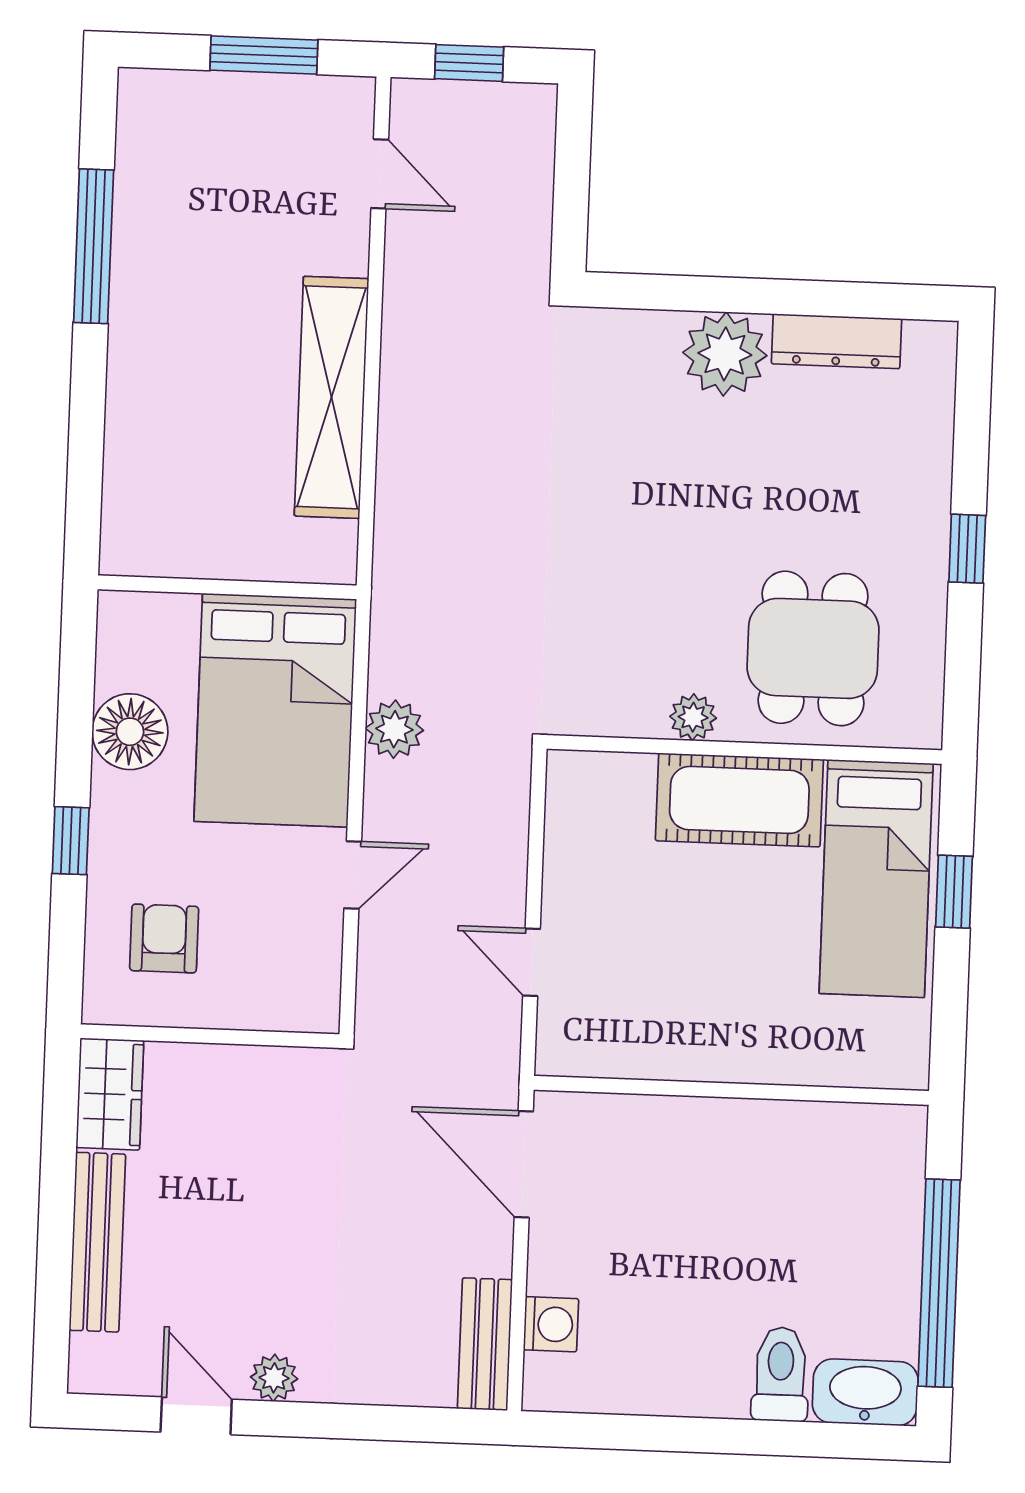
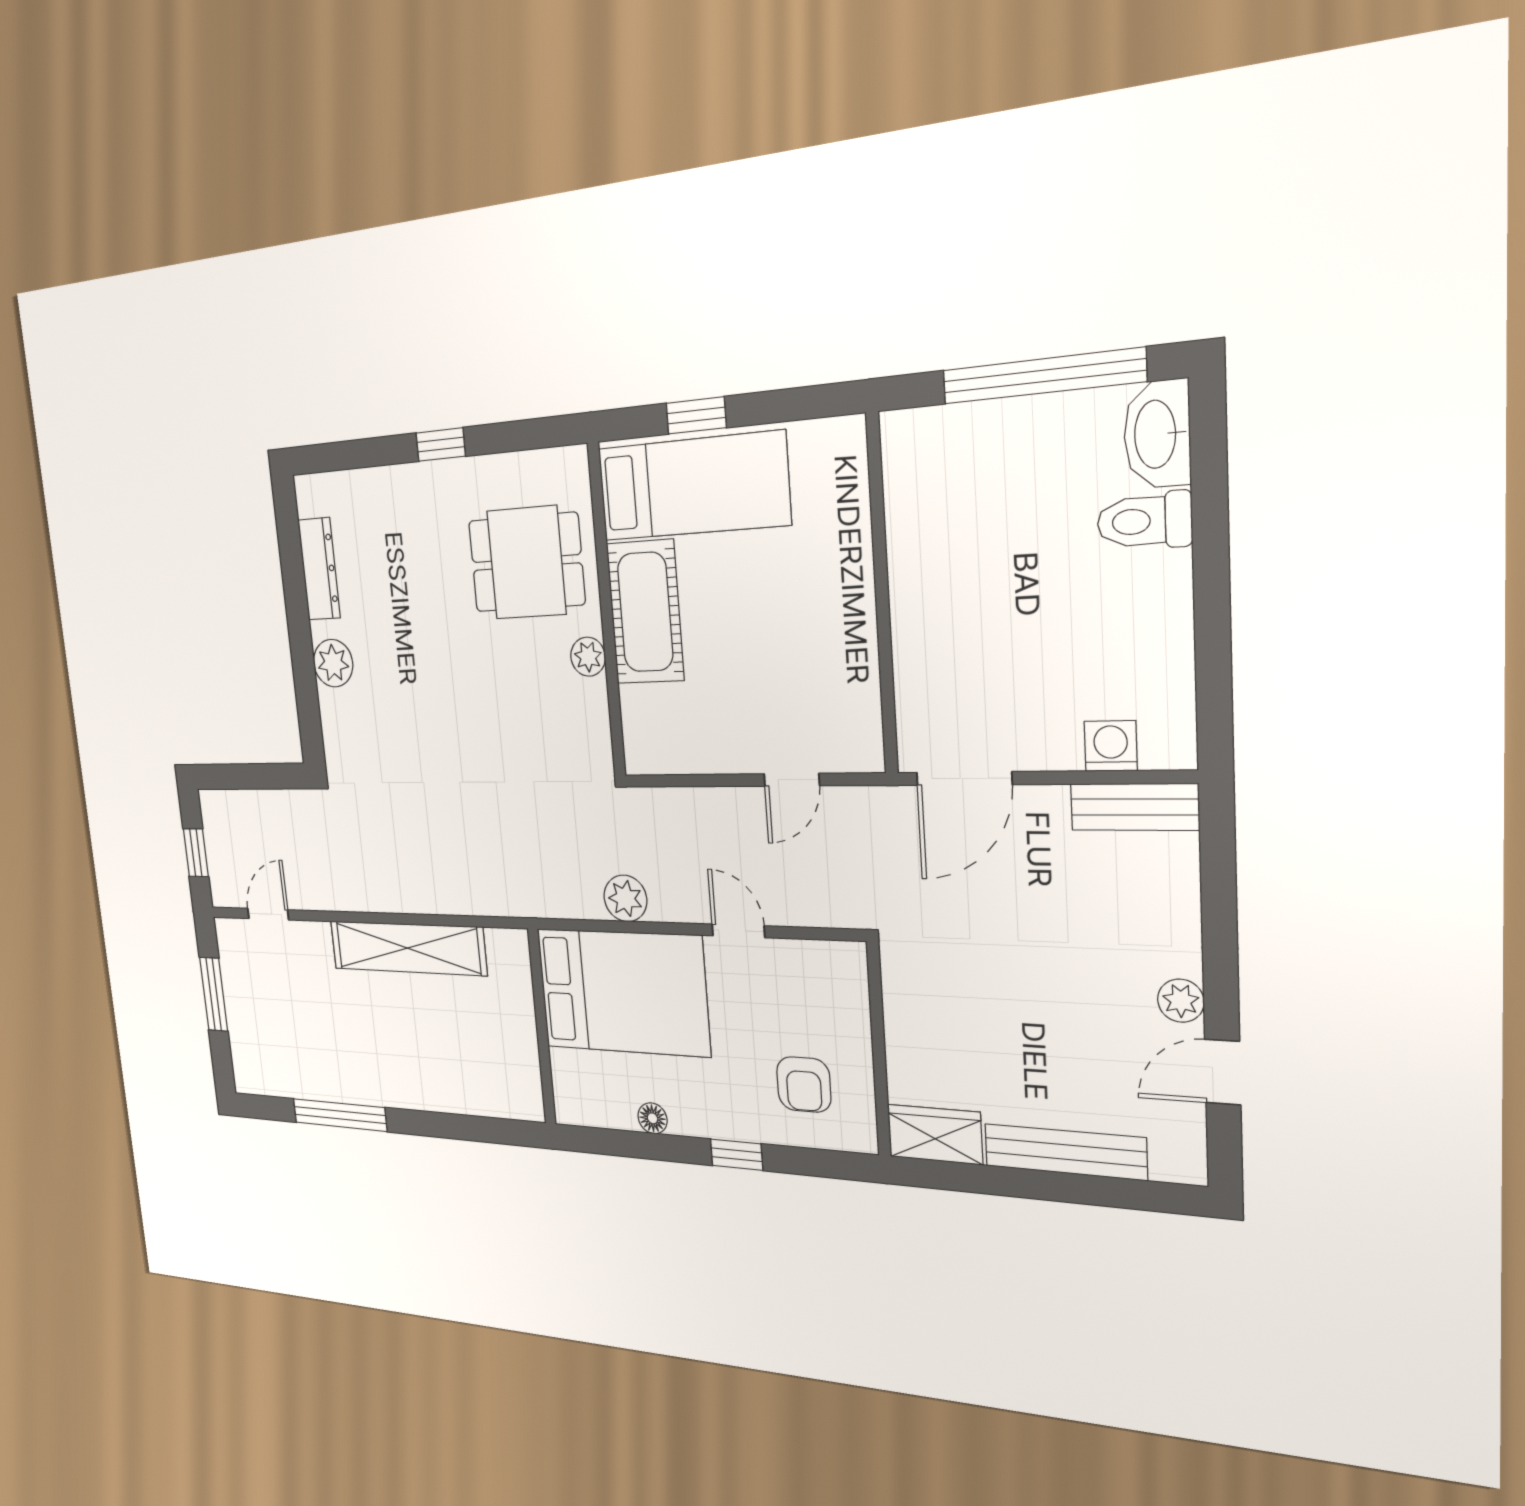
plant: (725, 354) -> (333, 663), width x0.73, depth x0.73
floor lamp: (130, 732) -> (653, 1118), width x0.53, depth x0.53
armchair: (164, 938) -> (804, 1085), turned -90

